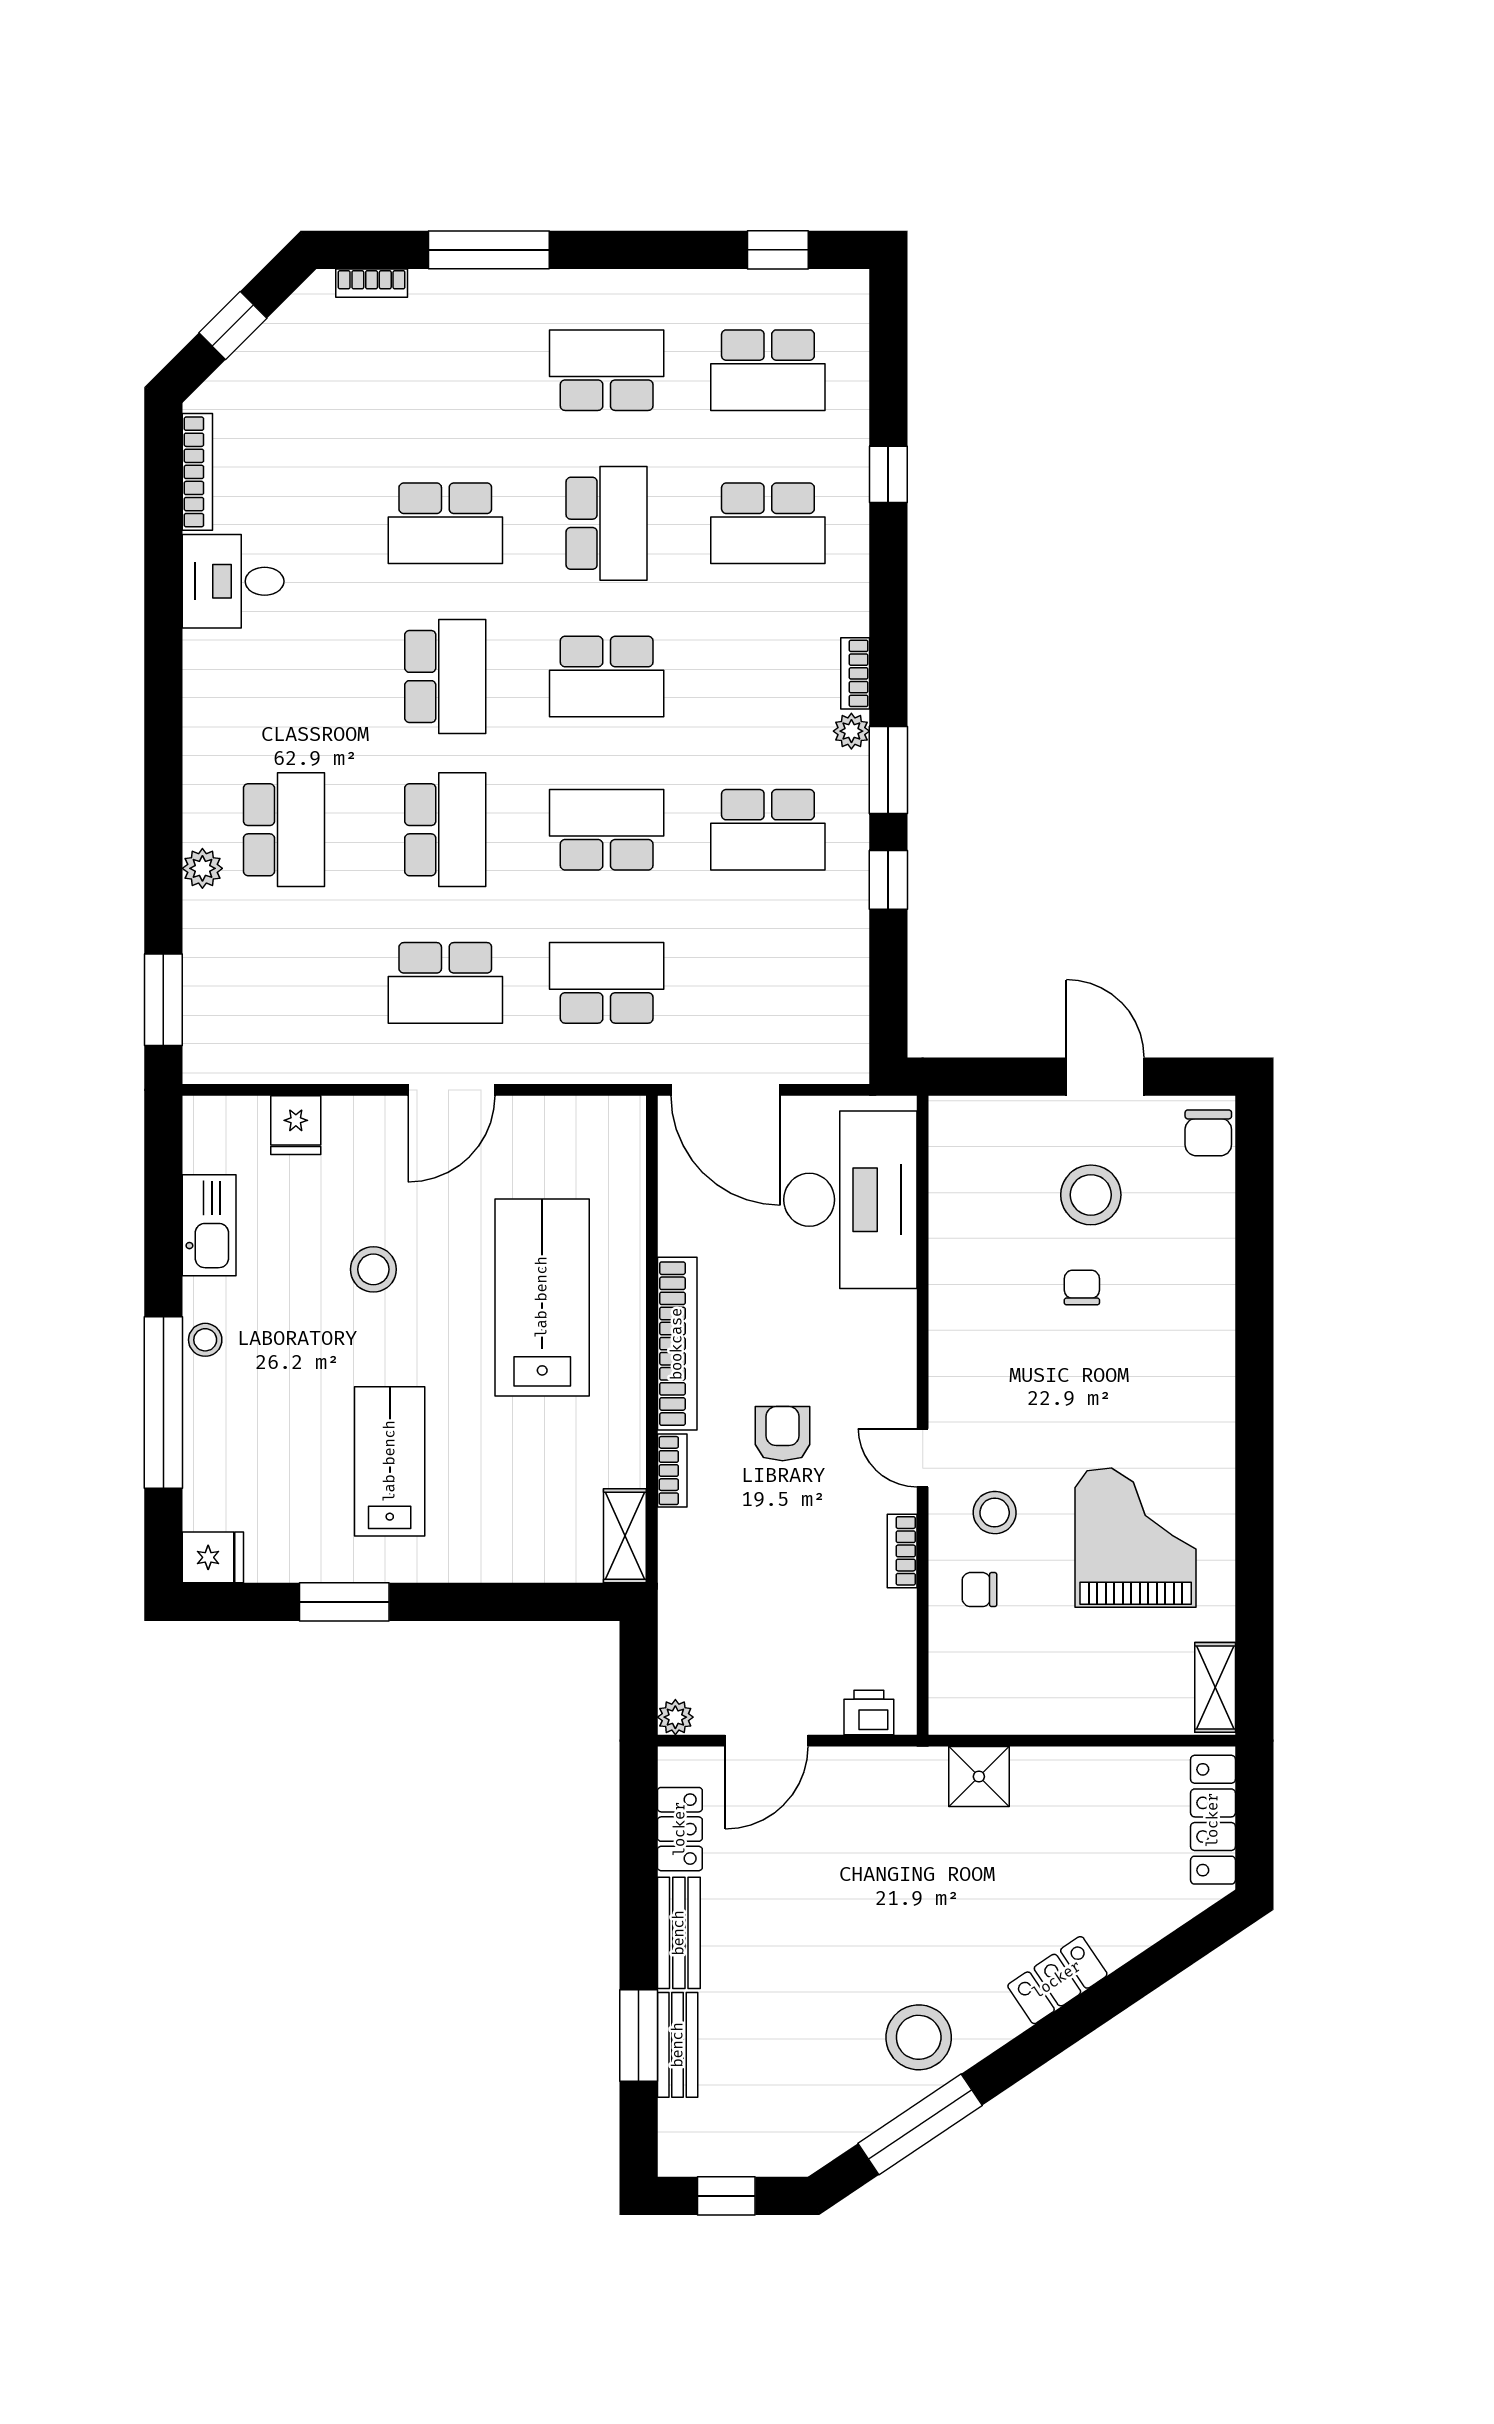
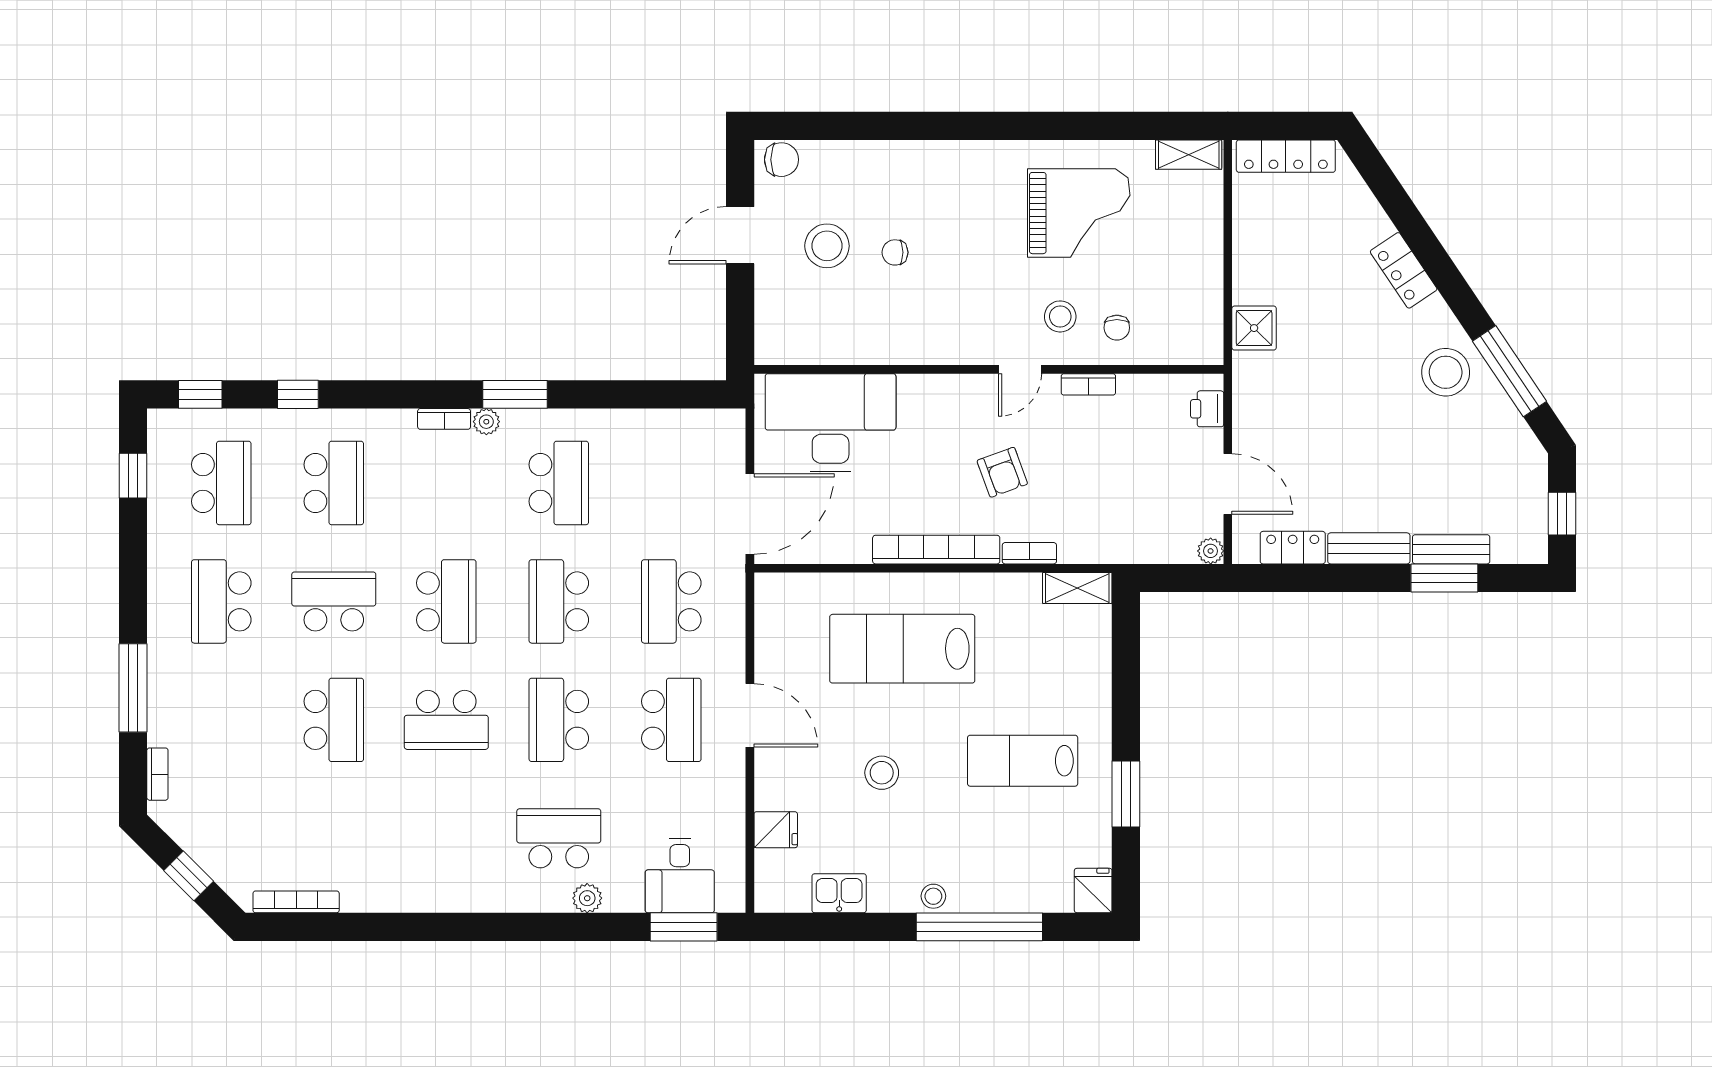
desk: (233, 581) -> (680, 876), moved
school desk: (445, 677) -> (446, 720), turned 180
school desk: (445, 830) -> (559, 720), turned -90
window: (888, 880) -> (200, 394), moved
kitchen sink: (209, 1225) -> (839, 893), width x0.73
armchair: (783, 1434) -> (1002, 472), turned -110
grand piano: (1136, 1538) -> (1079, 213), turned 180

